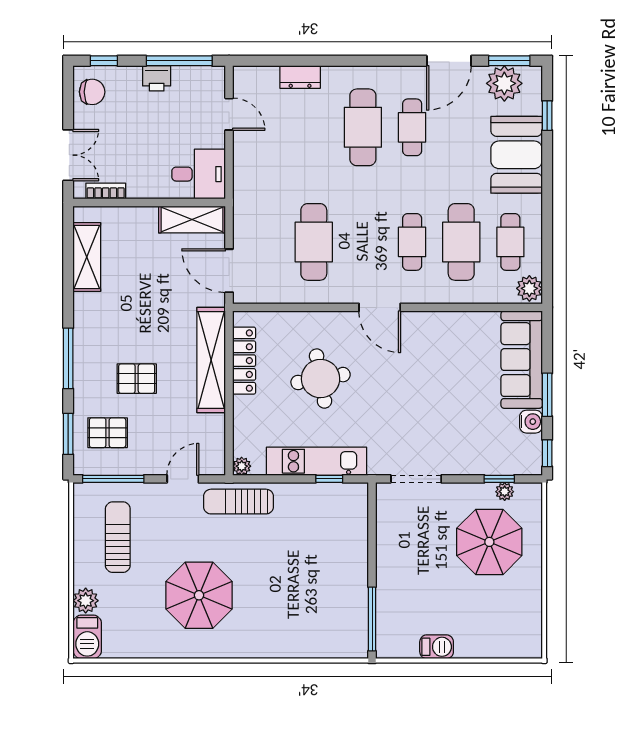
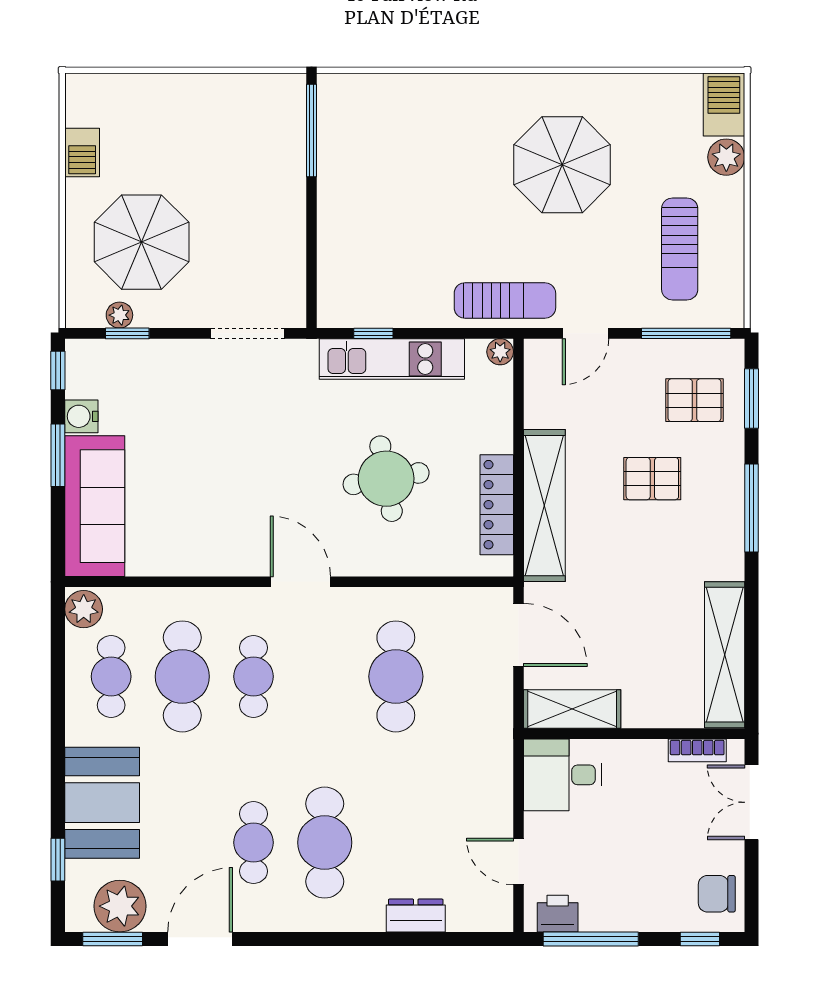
printer: (157, 78) -> (558, 914), moved
shelving: (87, 257) -> (725, 655), width x1.47
barbecue: (437, 647) -> (82, 152), moved, turned -90

